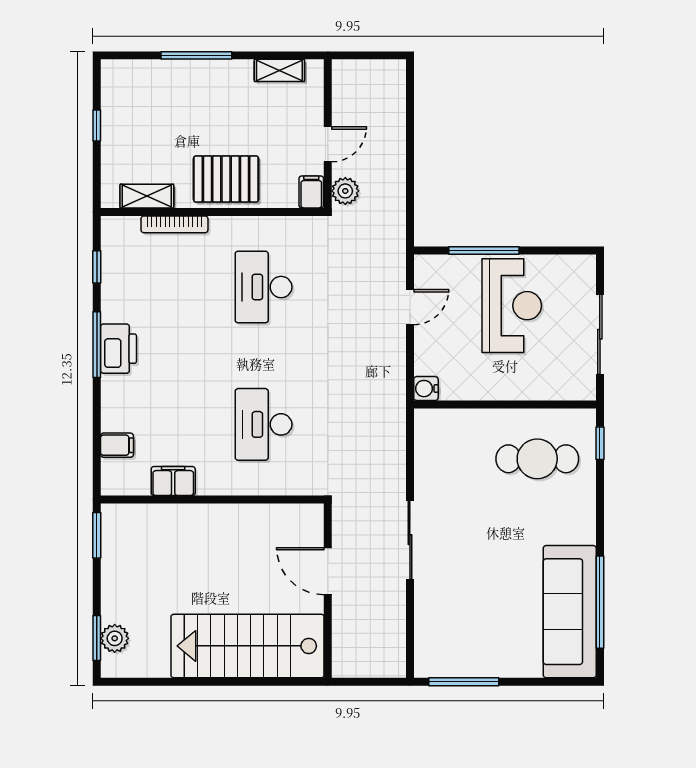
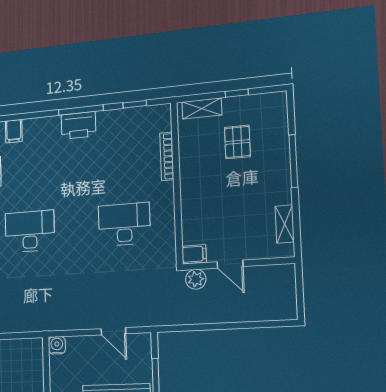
pallet: (226, 179) -> (237, 142), moved, width x0.67, depth x0.71
shelving: (147, 196) -> (202, 108), moved, turned 90

